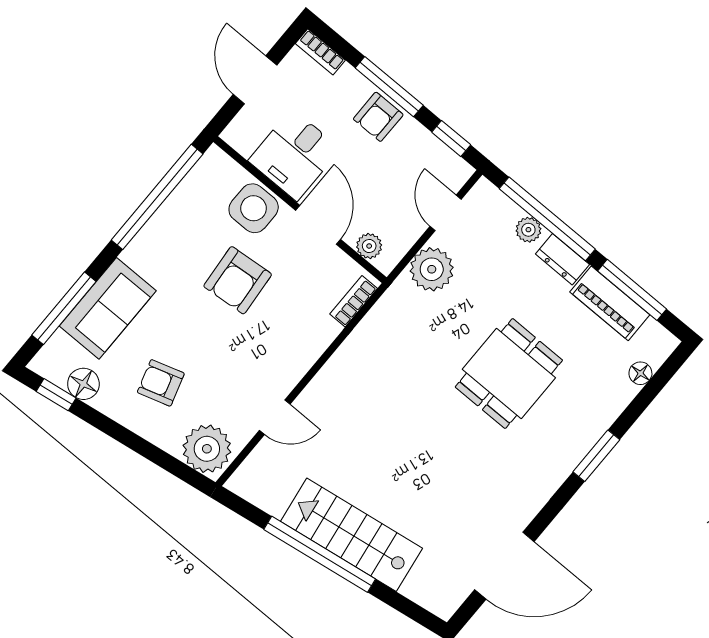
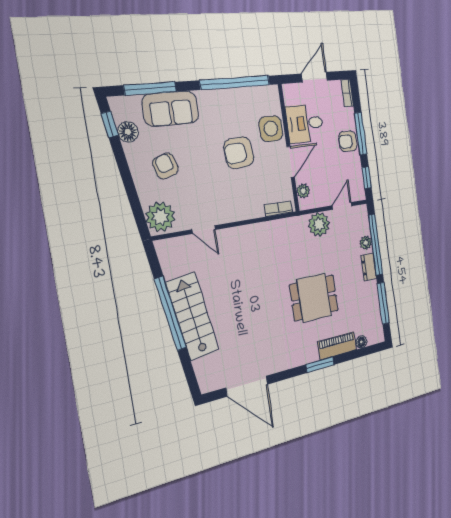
piano: (610, 303) -> (337, 346), moved, turned 90

